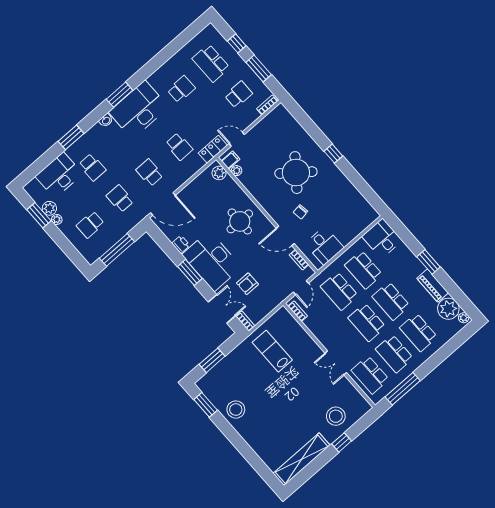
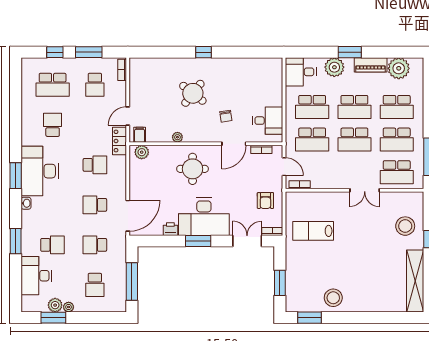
school desk: (238, 94) -> (95, 85), turned 180
plant: (237, 171) -> (177, 137), moved
round table: (296, 173) -> (193, 93), width x0.73, depth x0.73
armchair: (247, 284) -> (265, 201), moved
plant: (464, 318) -> (334, 67), moved, width x1.88, depth x1.88

